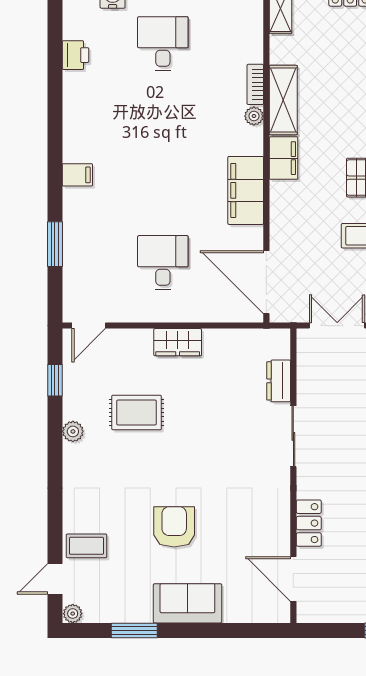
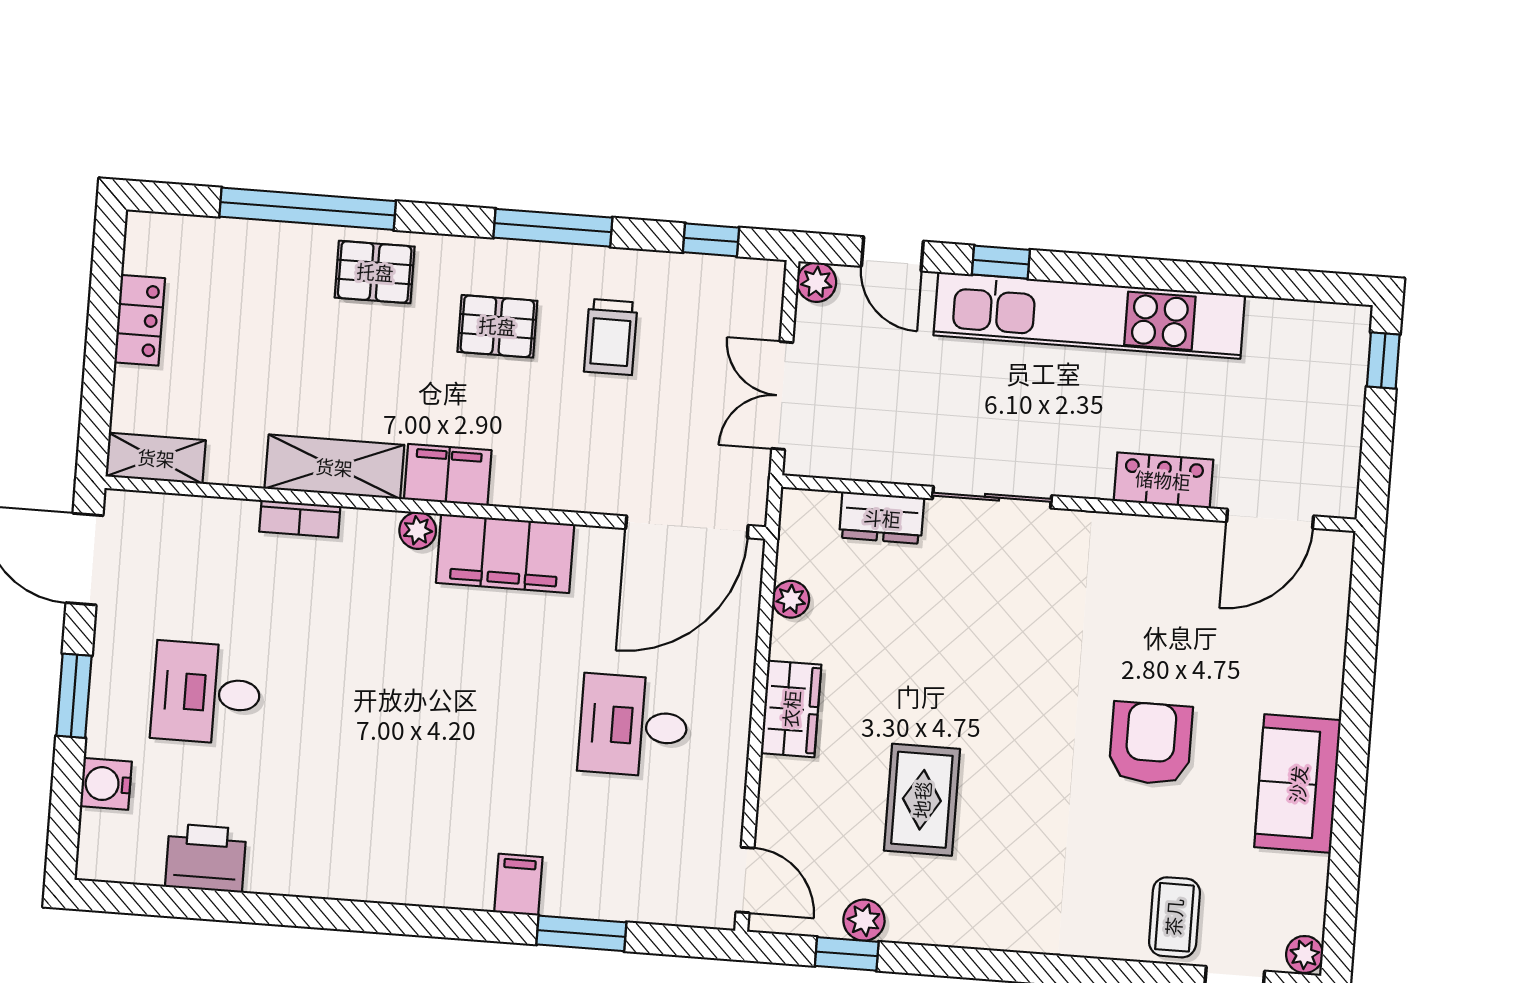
printer: (76, 55) -> (206, 858), width x1.36, depth x1.24
plant: (254, 116) -> (418, 530), moved
filing cabinet: (77, 175) -> (518, 885), moved
plant: (234, 338) -> (791, 599), added
plant: (73, 431) -> (864, 920), moved
armchair: (174, 527) -> (1151, 743), turned 90
sofa: (187, 603) -> (1298, 784), moved
window: (134, 630) -> (1347, 837), removed

